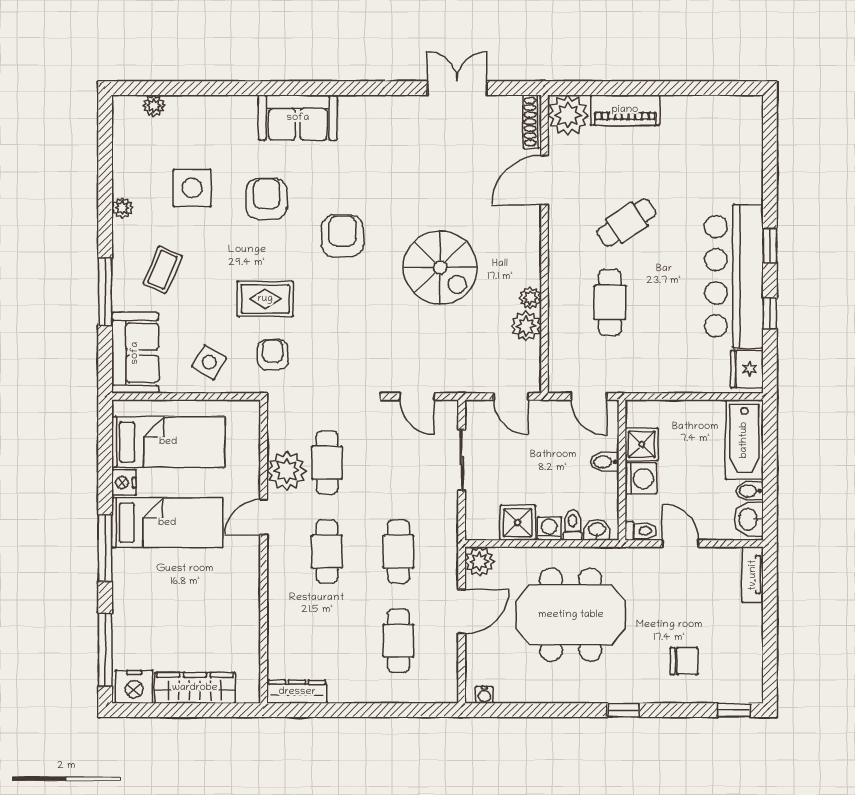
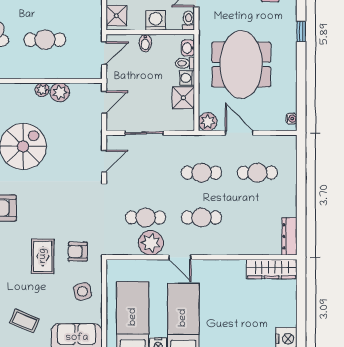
side table: (209, 362) -> (83, 291), turned 45
shower: (642, 444) -> (116, 16), moved
wardrobe: (195, 688) -> (272, 269), moved, turned -90

